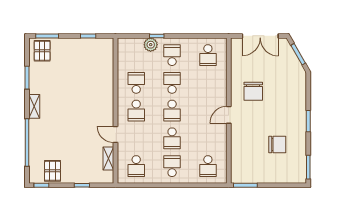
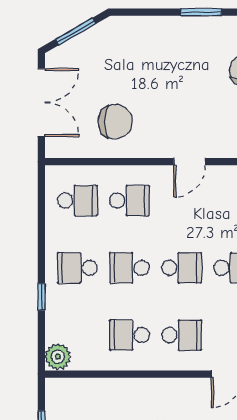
plant: (151, 45) -> (58, 357), moved
school desk: (208, 83) -> (129, 201), added
chair: (253, 91) -> (115, 122), moved
door: (229, 115) -> (190, 162), hinge flipped

